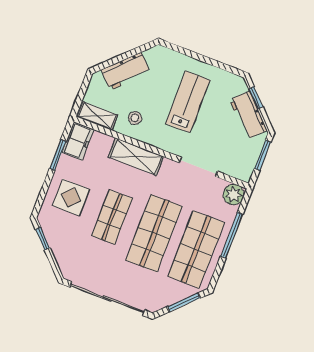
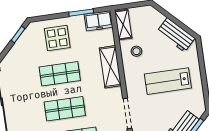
workbench: (126, 71) -> (176, 35), moved
lab bench: (188, 102) -> (168, 81), turned 180
shop shelf: (154, 233) -> (65, 109), width x0.70, depth x0.74

